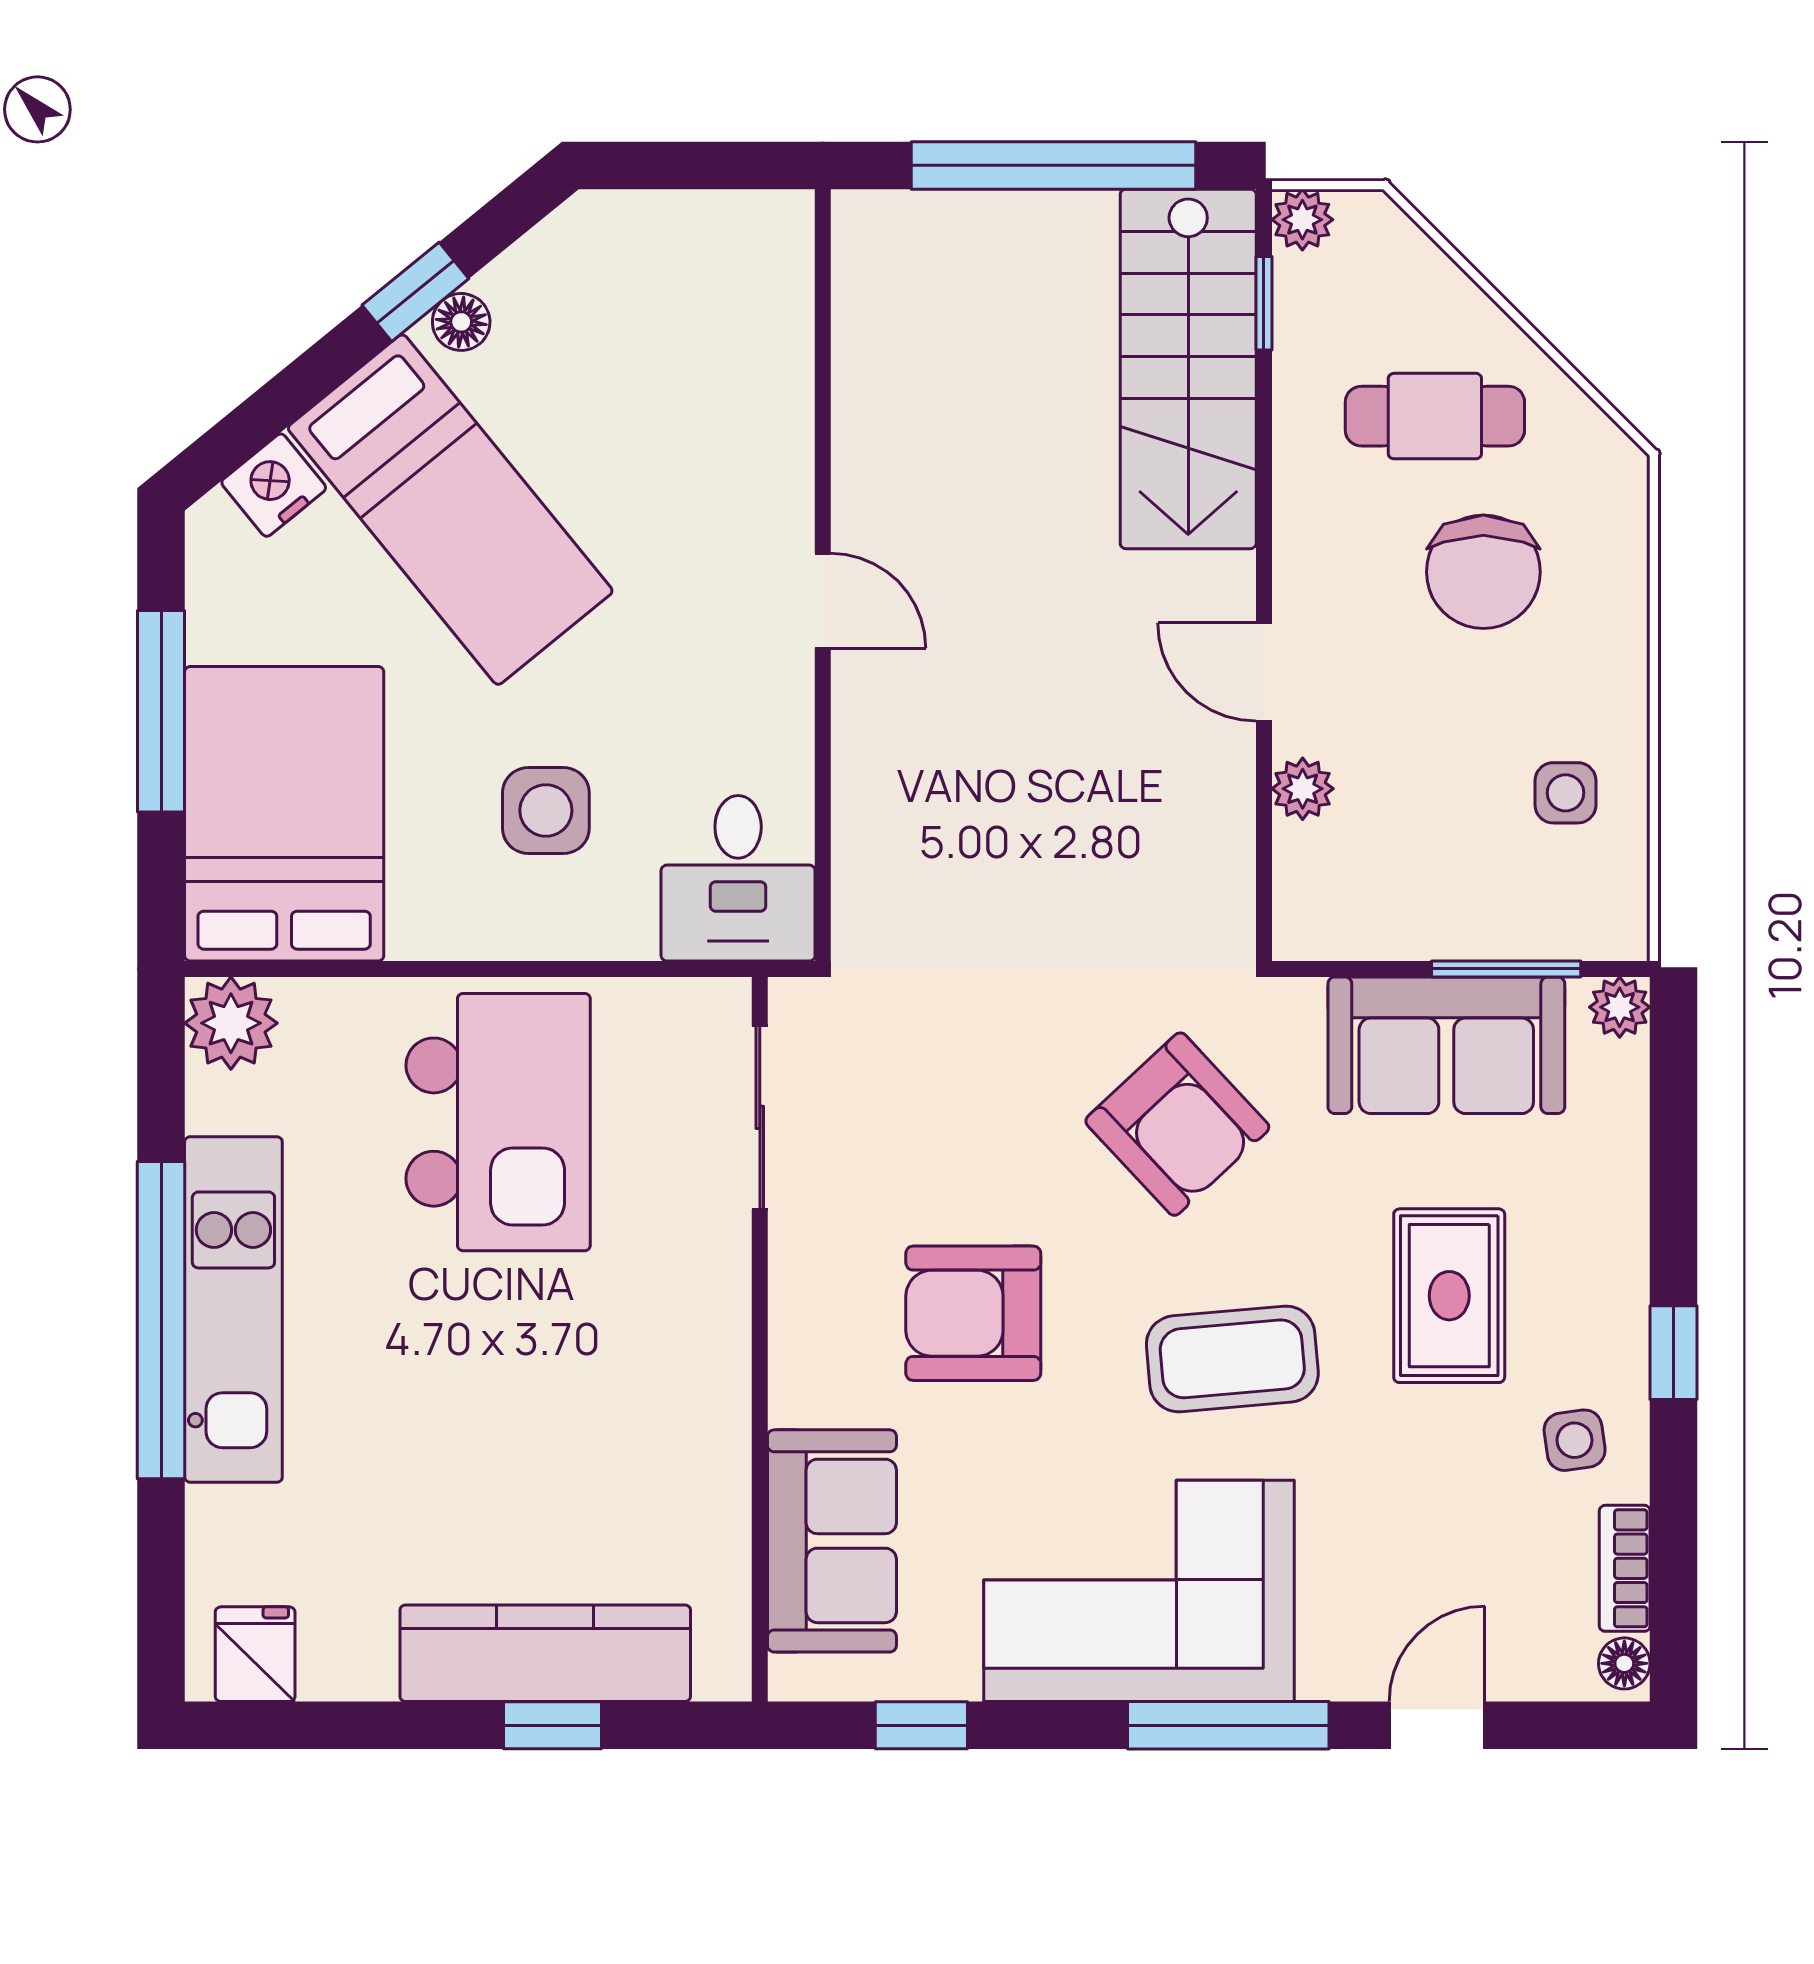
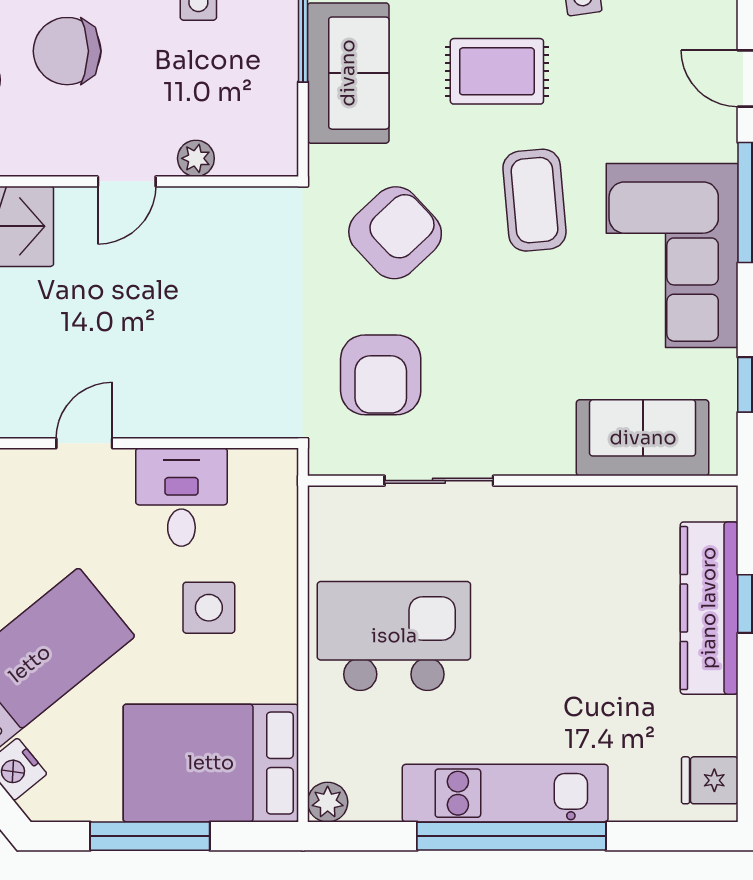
chair: (1483, 572) -> (67, 51), turned 180
desk: (738, 878) -> (181, 497), moved, turned -90
plant: (231, 1023) -> (328, 802), width x0.73, depth x0.73
sliding door: (760, 1117) -> (439, 481), moved
armchair: (973, 1313) -> (381, 375), moved

